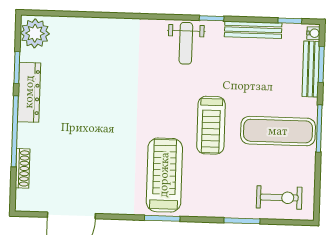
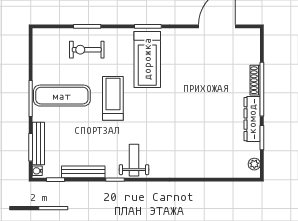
plant: (35, 33) -> (254, 164), width x0.53, depth x0.53
shoe rack: (23, 168) -> (255, 80), moved
exercise bike: (279, 198) -> (87, 50), moved

